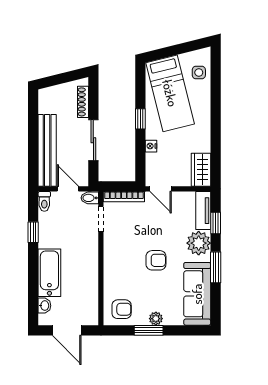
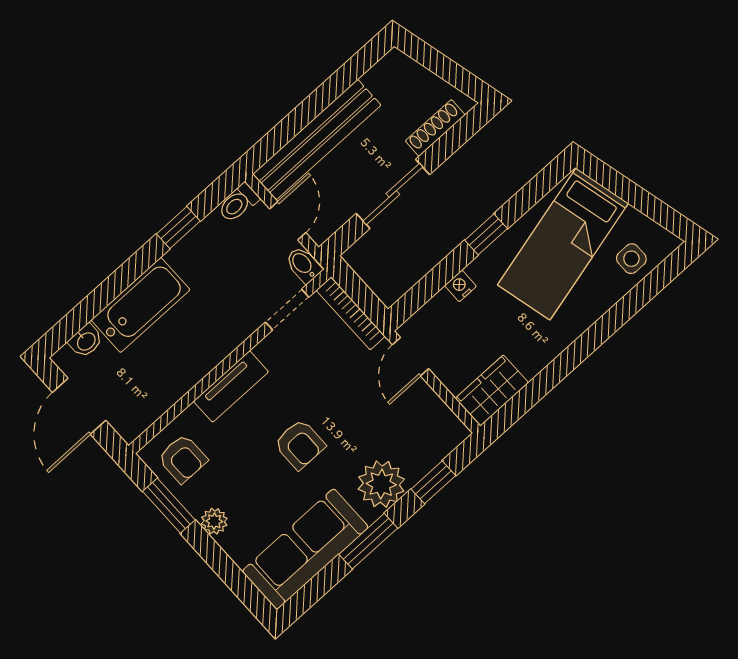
tv unit: (203, 211) -> (231, 386), moved, turned 180
window: (149, 330) -> (169, 506), moved

